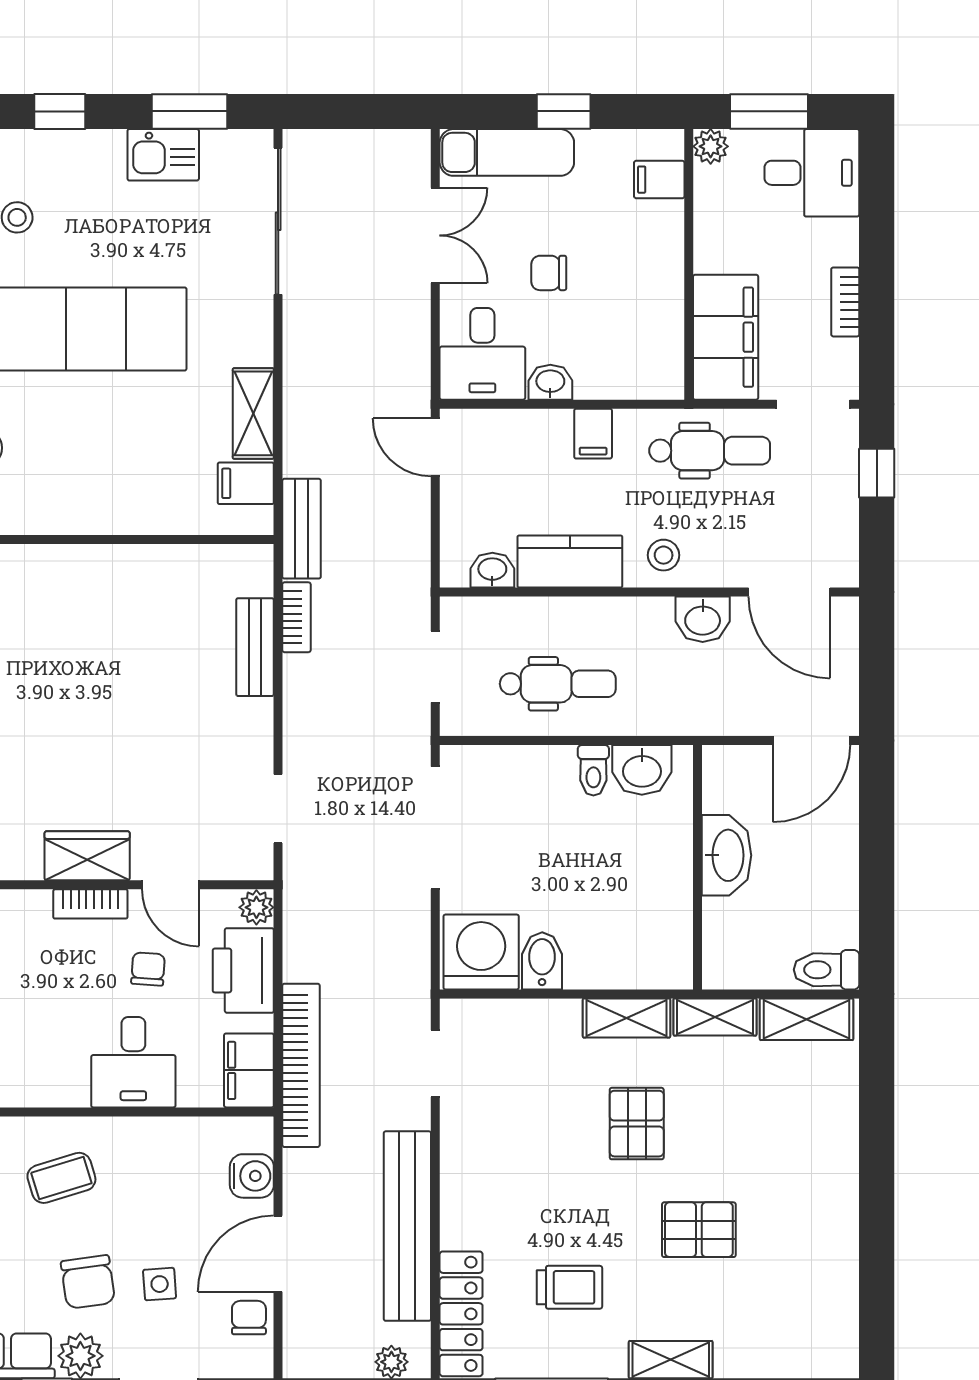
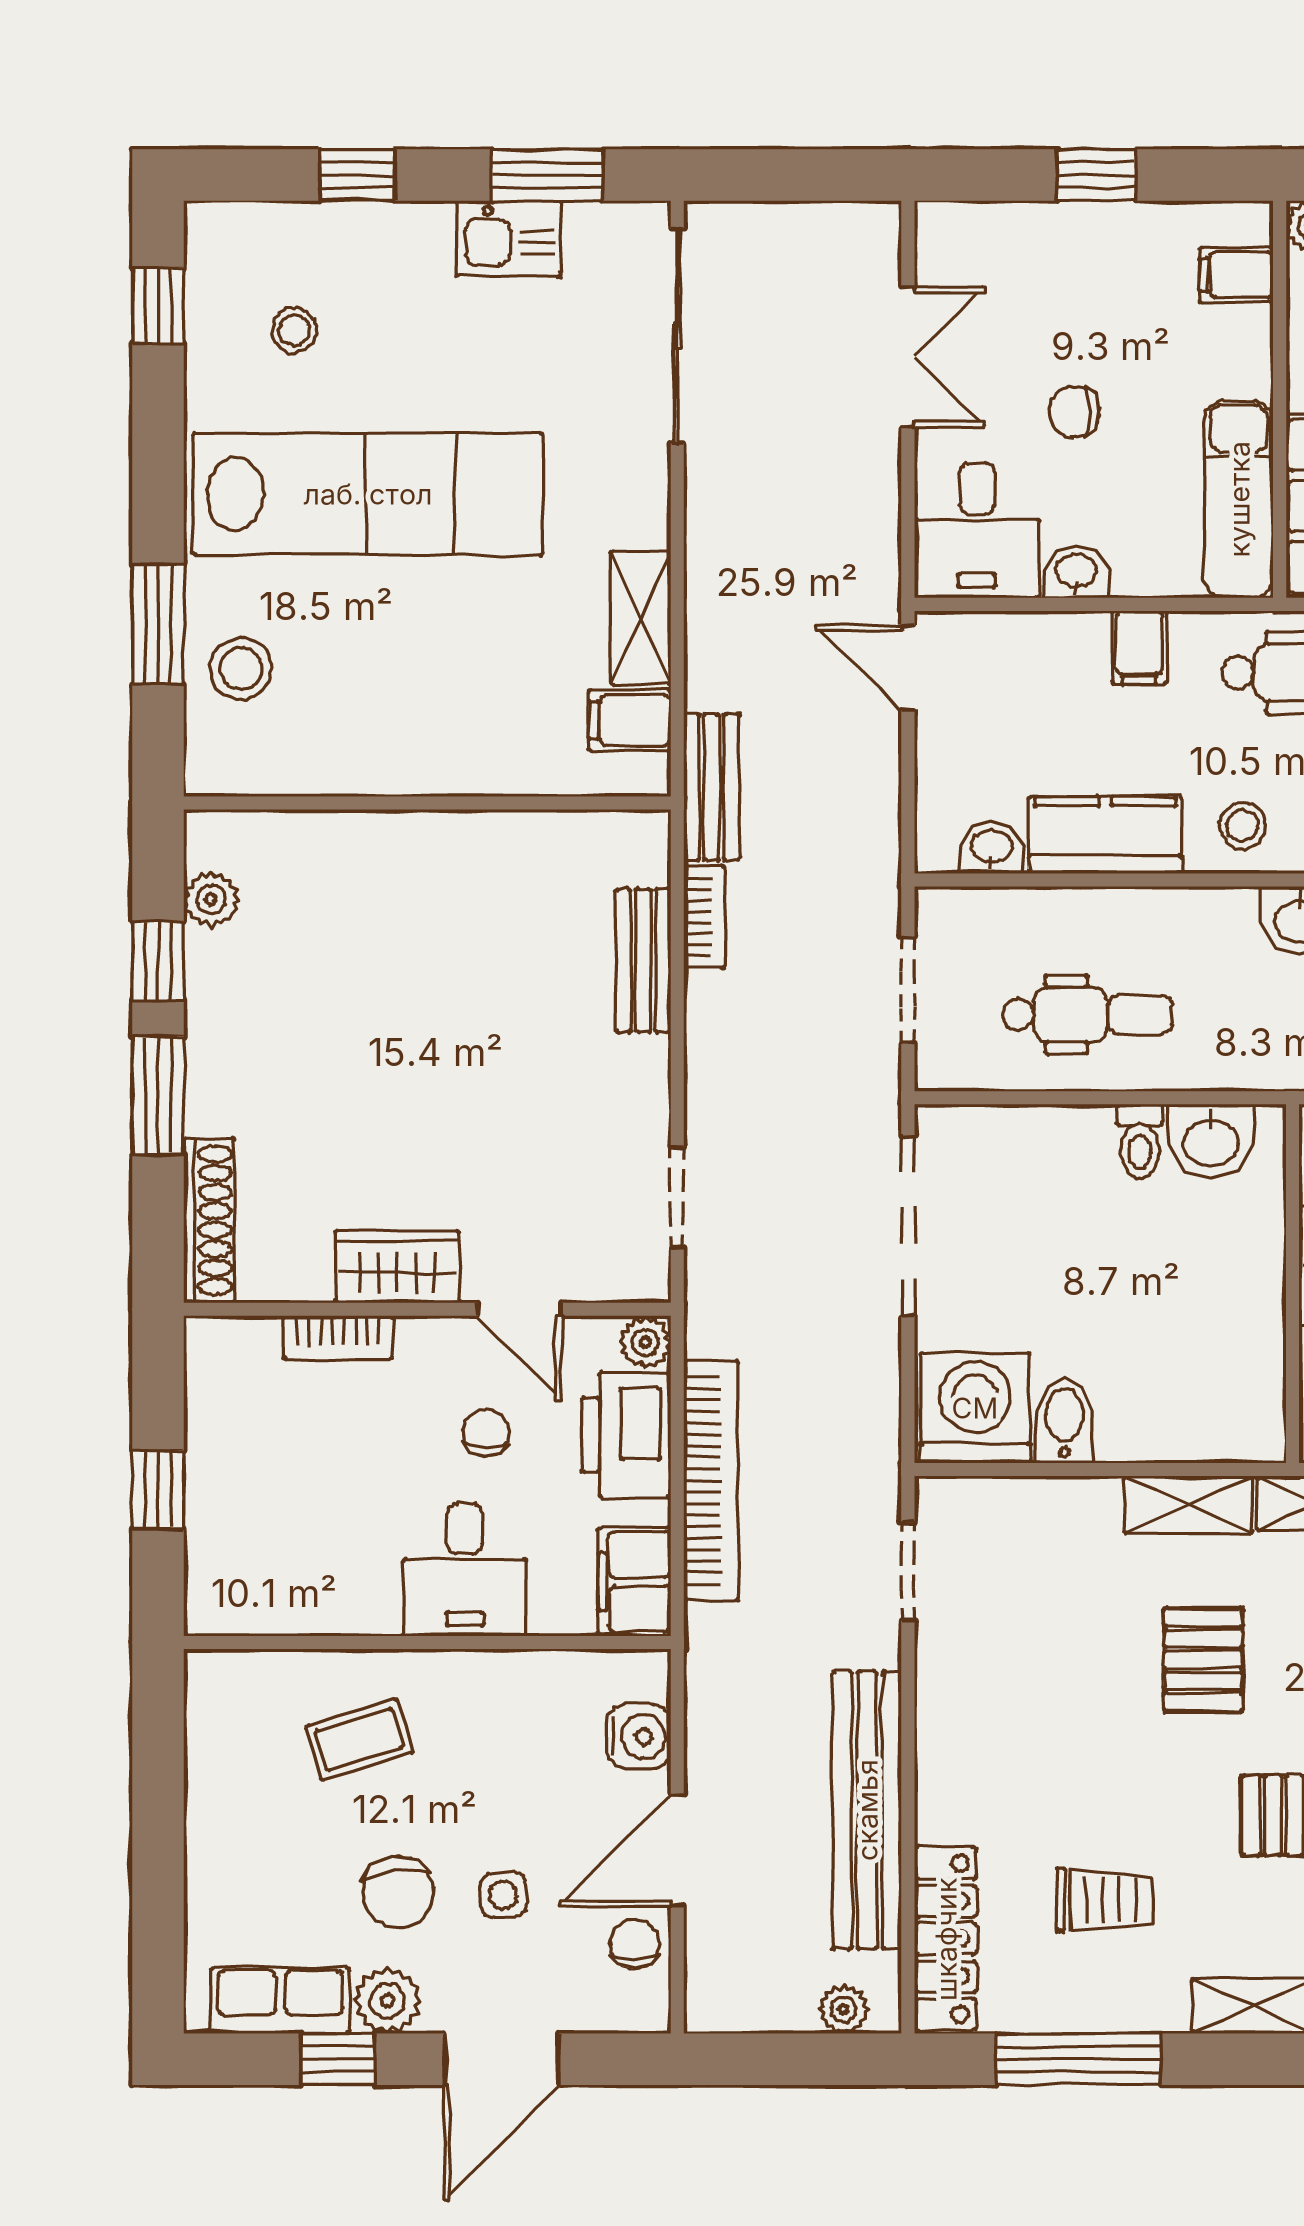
exam couch: (507, 152) -> (1239, 499), moved, turned 90
bookcase: (90, 904) -> (338, 1337), moved
bookcase: (301, 1065) -> (711, 1480), moved

